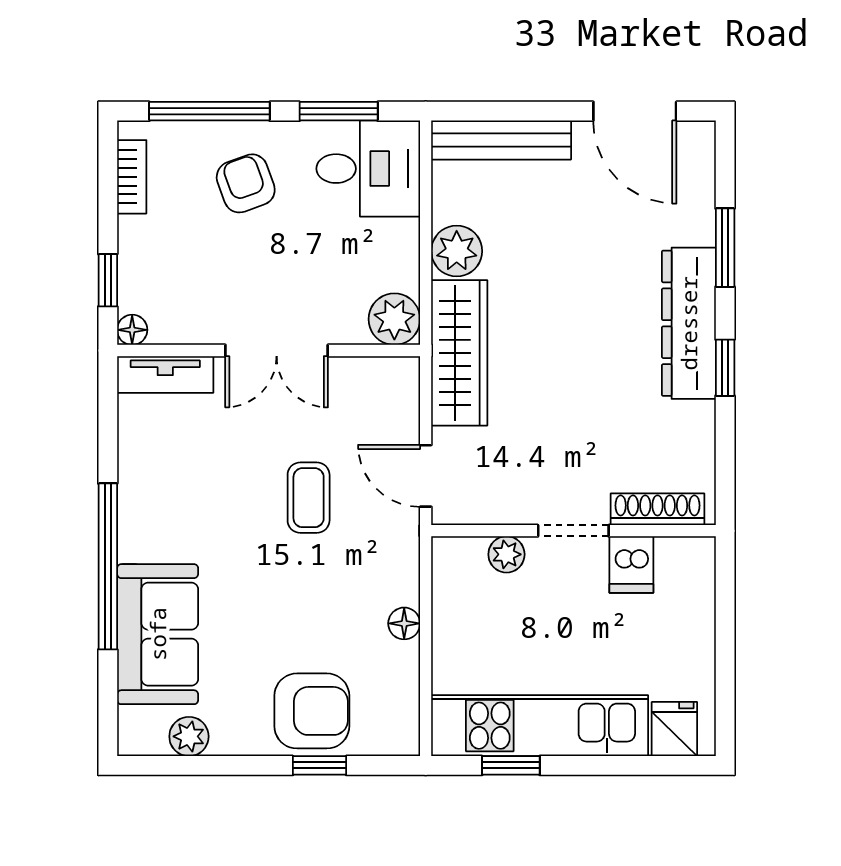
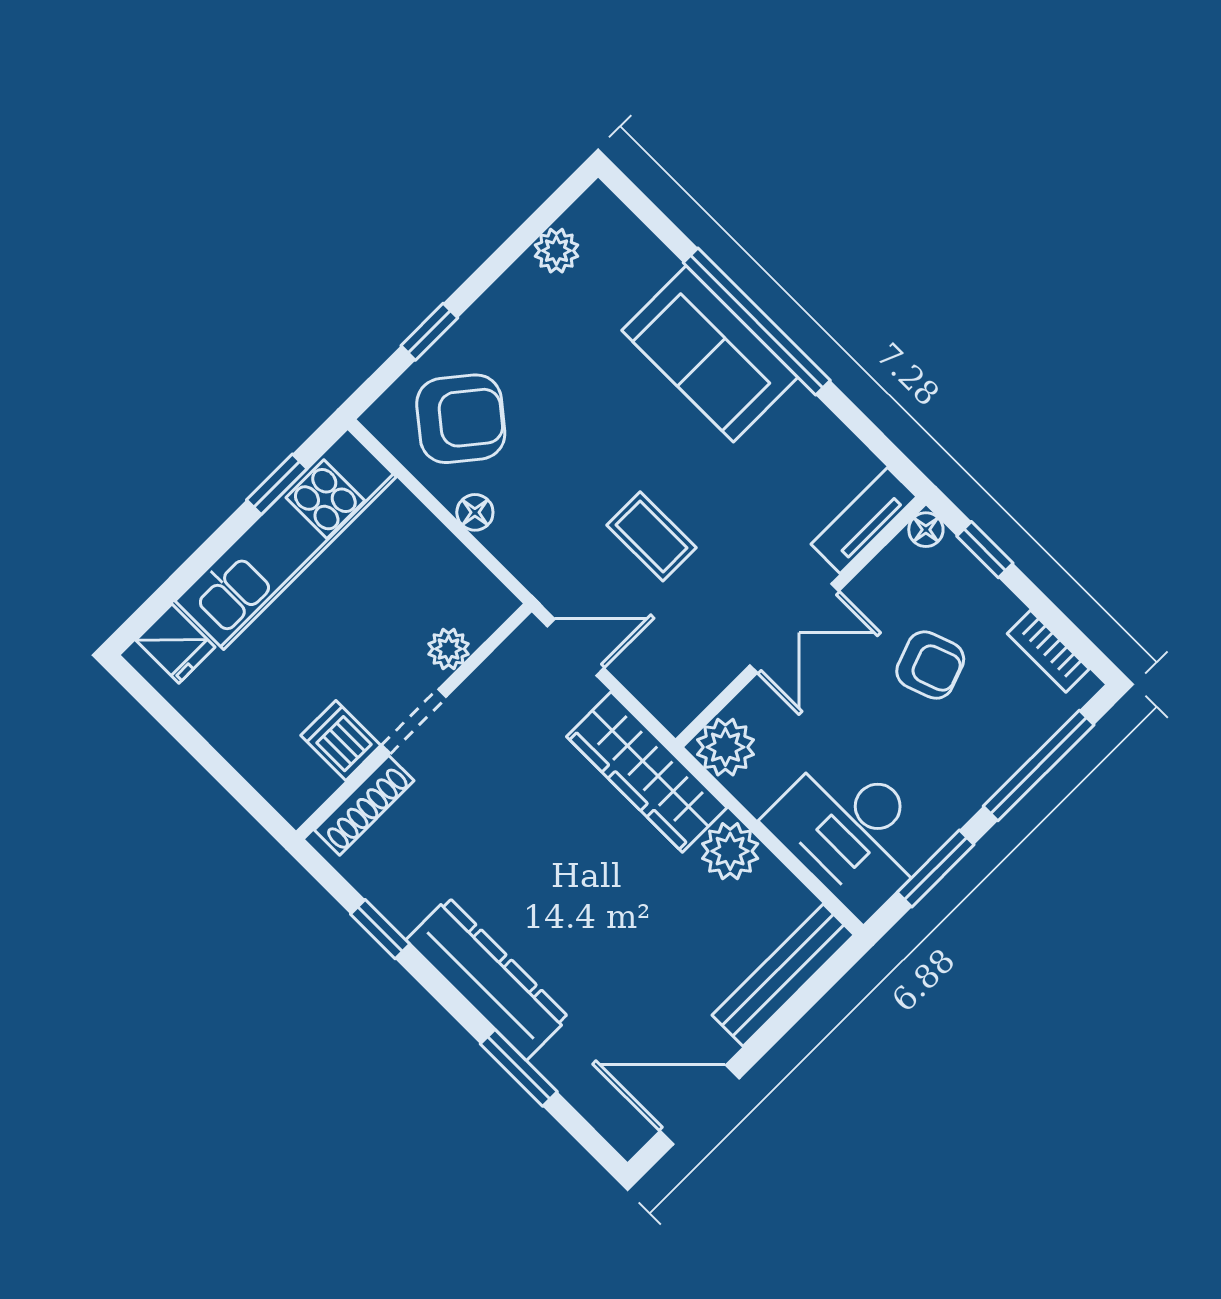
desk: (368, 169) -> (852, 832), width x1.37
armchair: (246, 183) -> (930, 665), moved
double door: (277, 351) -> (794, 628), swing flipped
window: (725, 368) -> (380, 929), moved
sofa: (158, 634) -> (710, 354), moved
armchair: (312, 711) -> (461, 419), moved, turned -141

